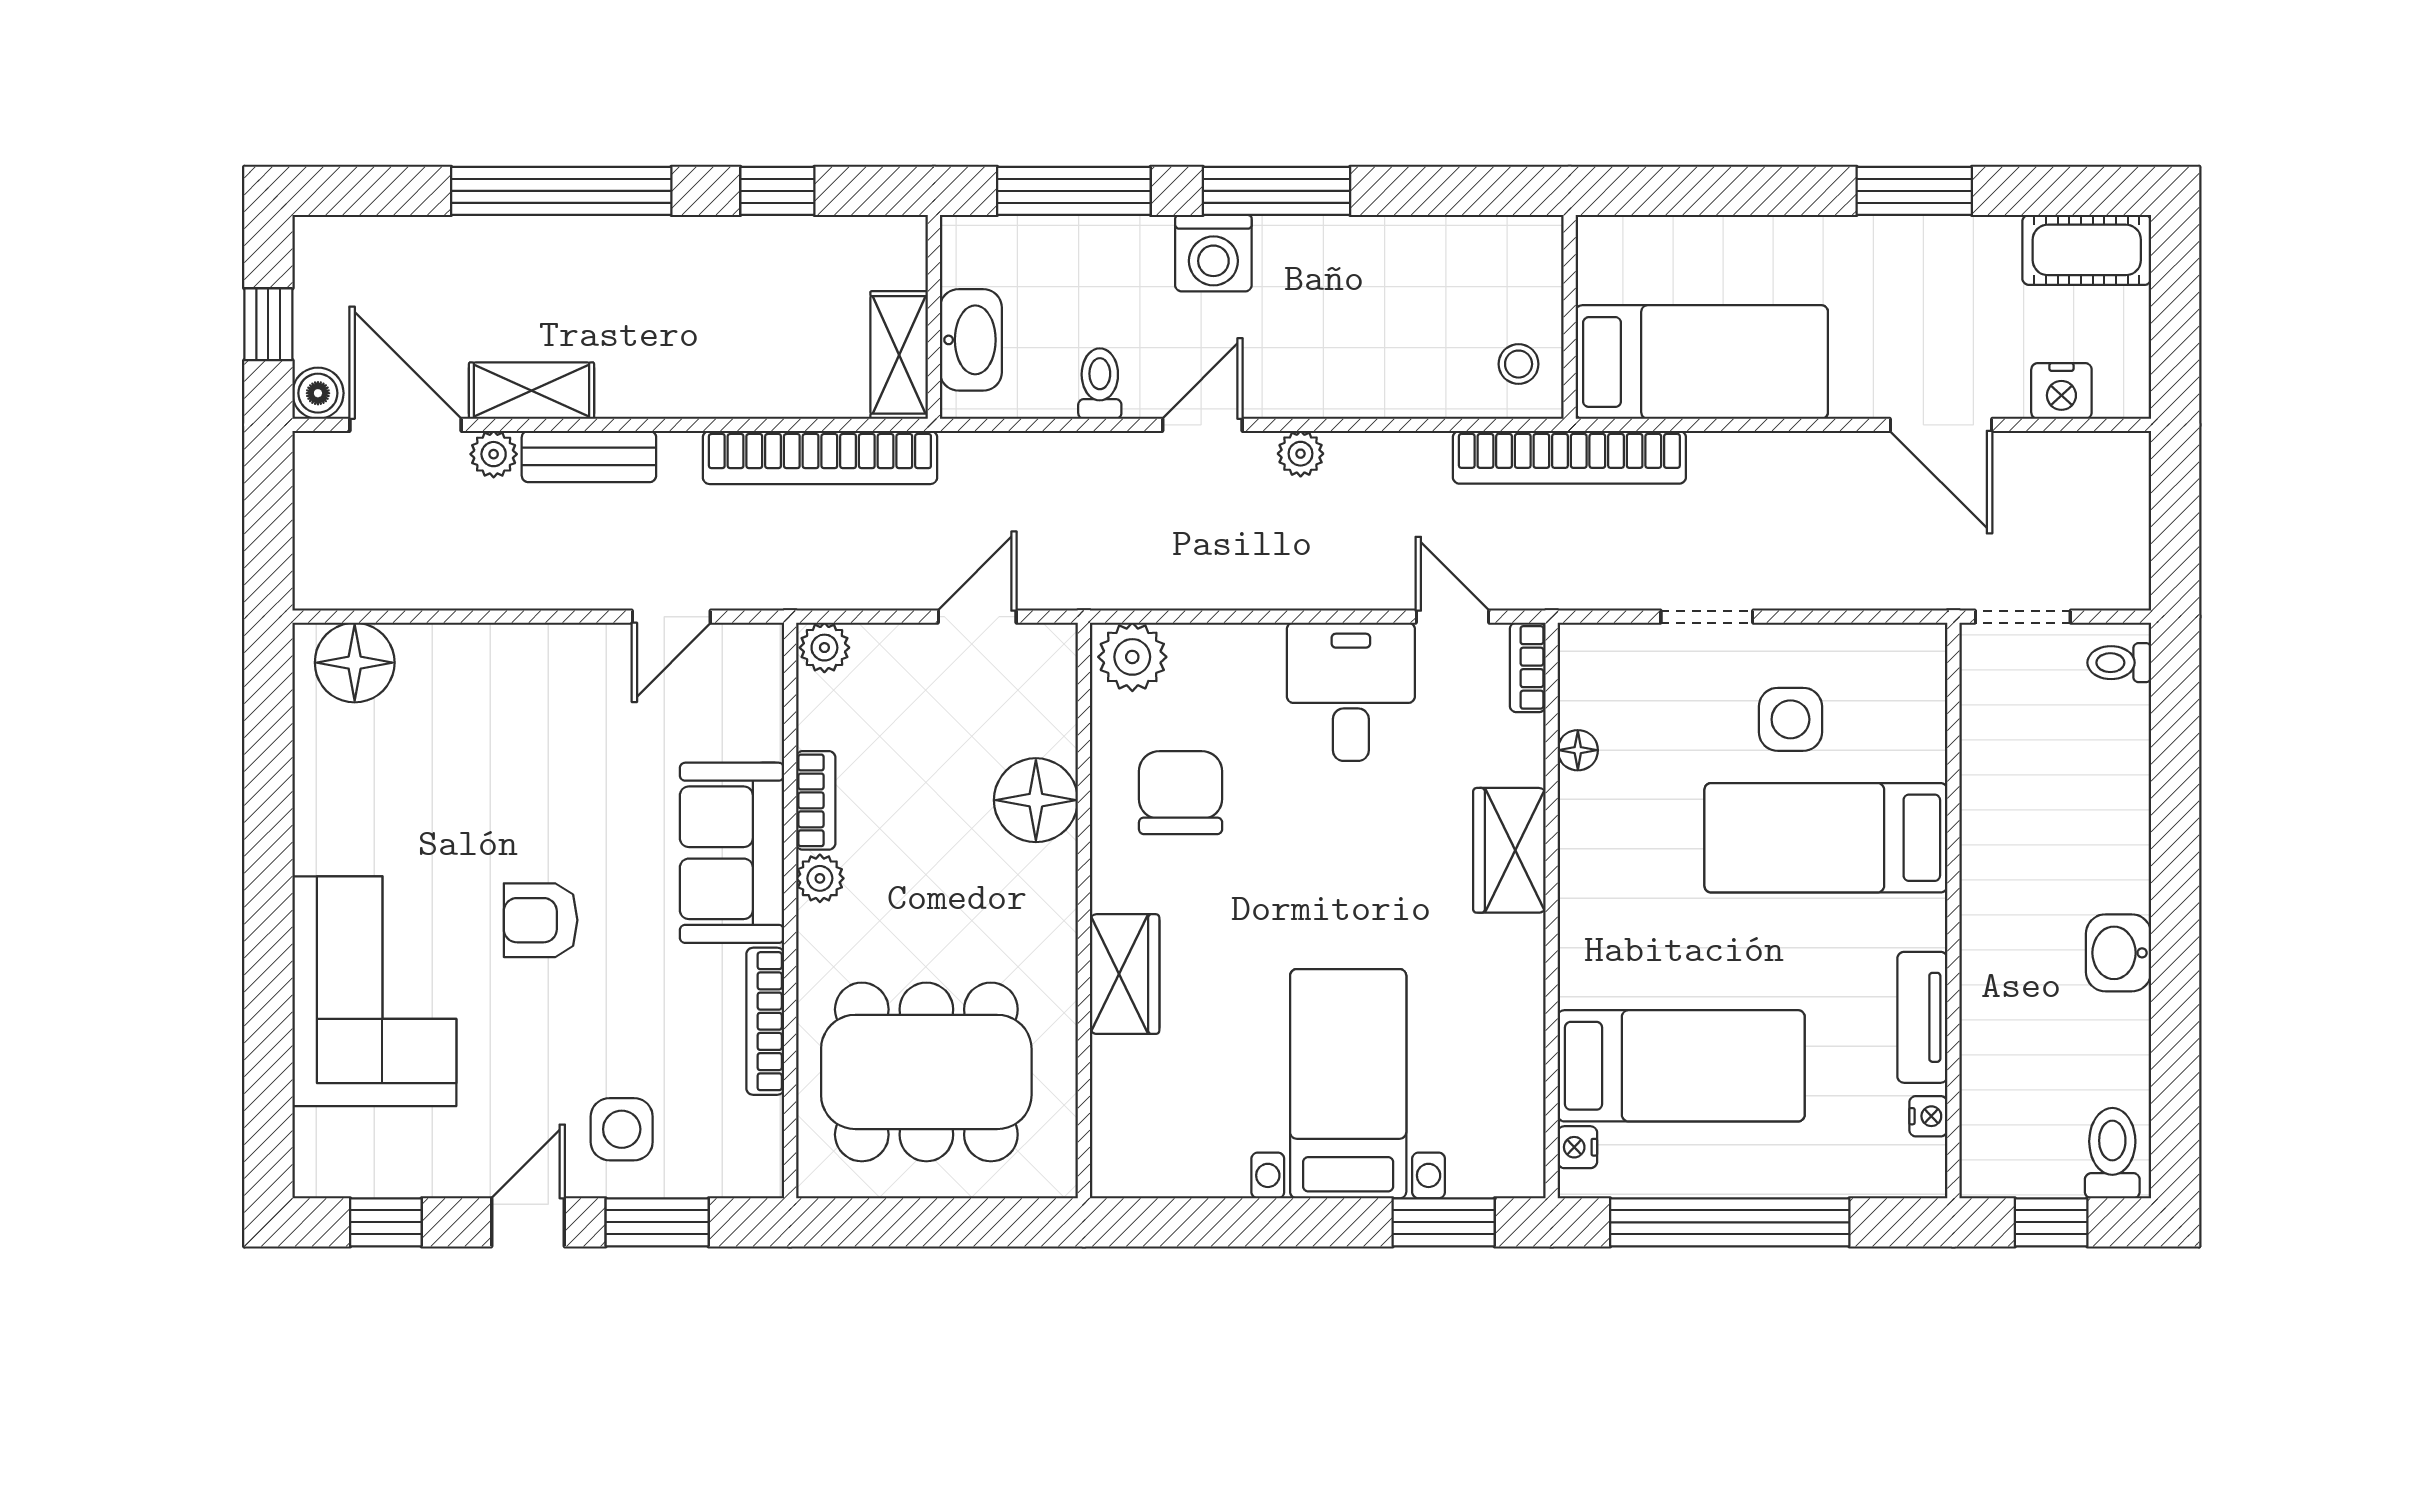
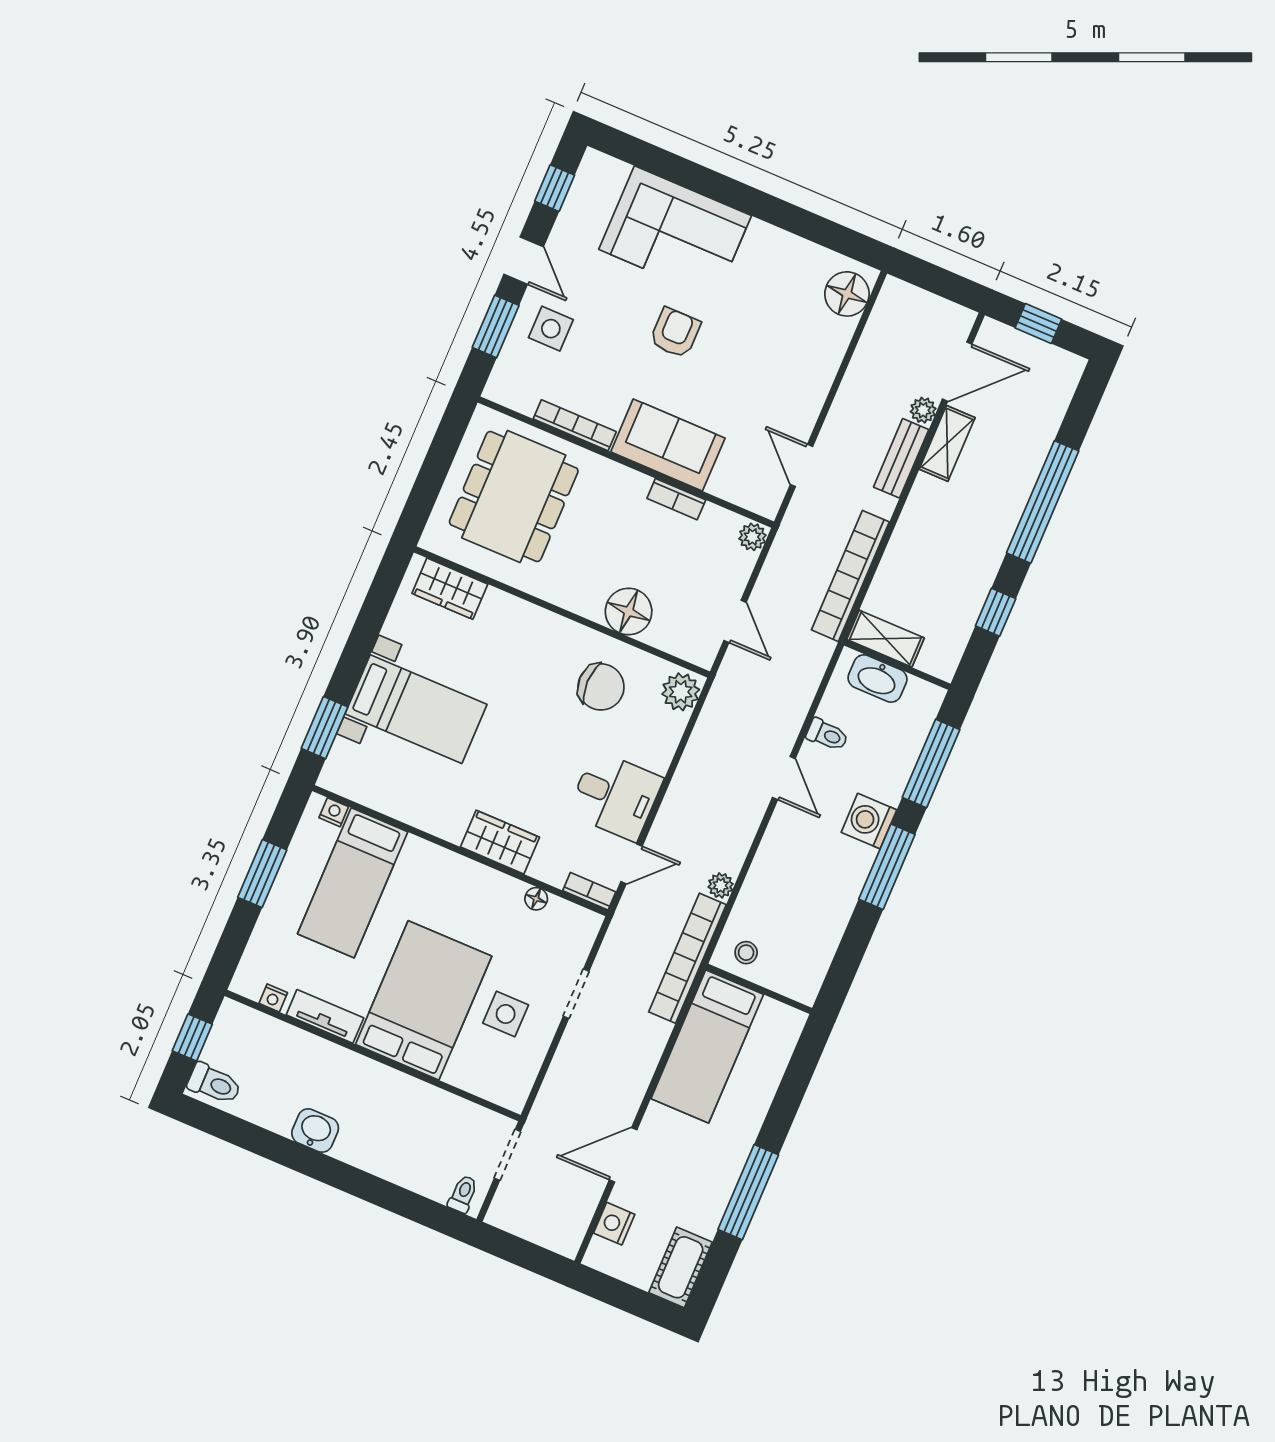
window: (1914, 191) -> (748, 1192), width x1.44
boiler: (318, 393) -> (992, 334), removed
plant: (1301, 454) -> (721, 885), moved
bed: (1826, 838) -> (424, 1000), width x1.50
plant: (820, 878) -> (636, 484), removed
wardrobe: (1125, 974) -> (450, 589), moved
window: (1730, 1222) -> (262, 874), width x0.47

